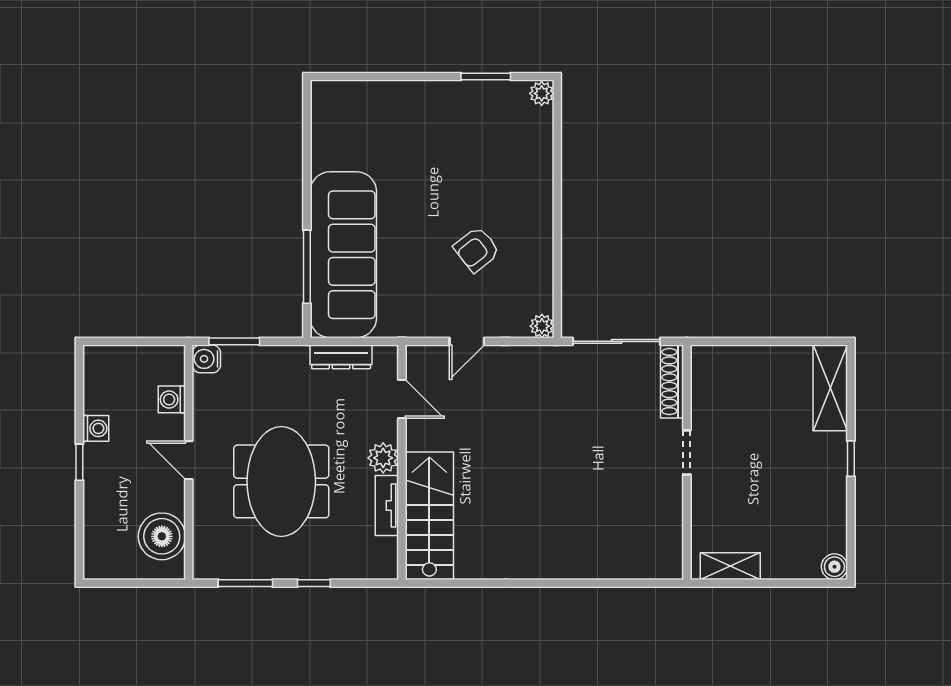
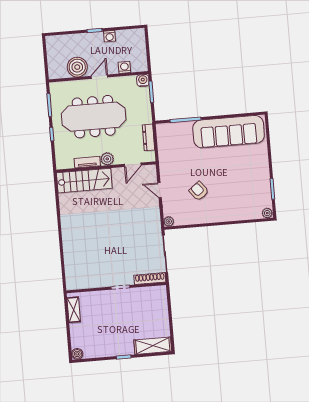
sofa: (343, 255) -> (229, 132), moved
meeting table: (281, 481) -> (94, 117), width x1.36
boiler: (162, 536) -> (77, 67), moved

